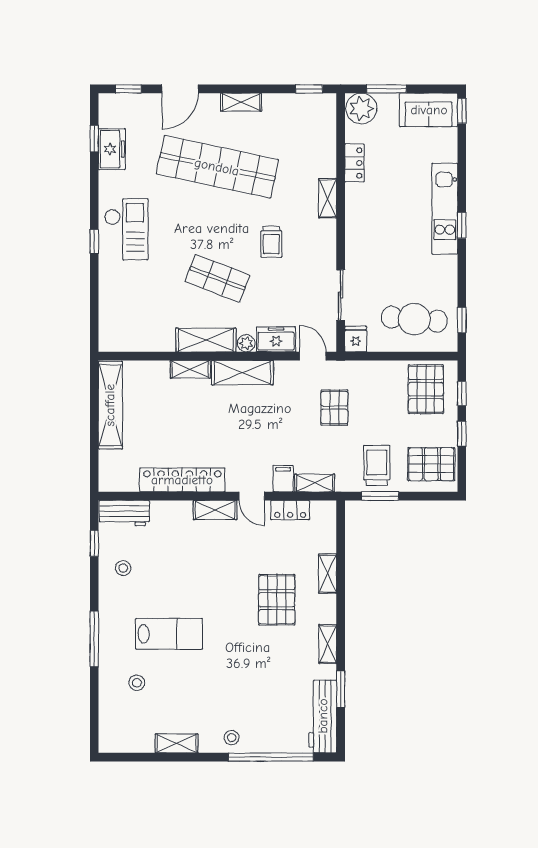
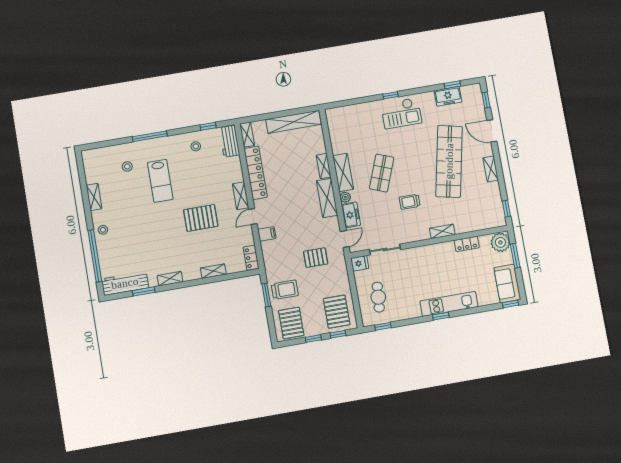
cafe table: (414, 319) -> (378, 297), width x0.73, depth x0.74
pallet: (426, 389) -> (337, 312), turned 90
shelving: (315, 483) -> (247, 135), moved
locker: (290, 510) -> (251, 258), moved
pallet: (277, 600) -> (201, 218), moved

